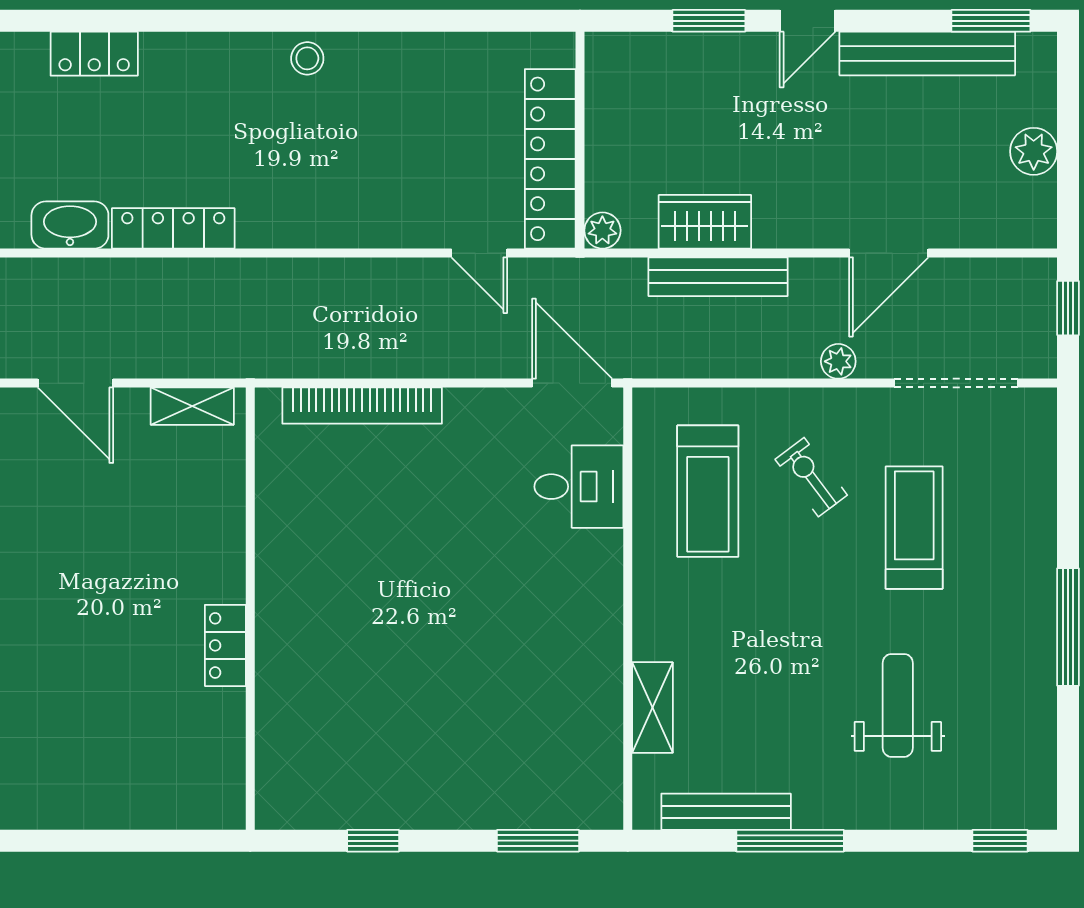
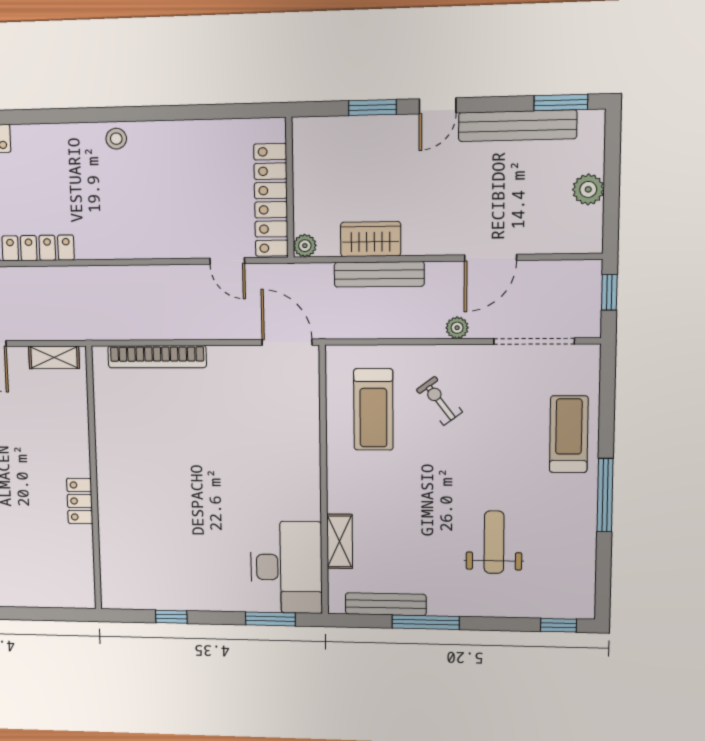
desk: (579, 487) -> (286, 567), moved, width x1.87, depth x1.30
treadmill: (914, 528) -> (569, 434), moved

